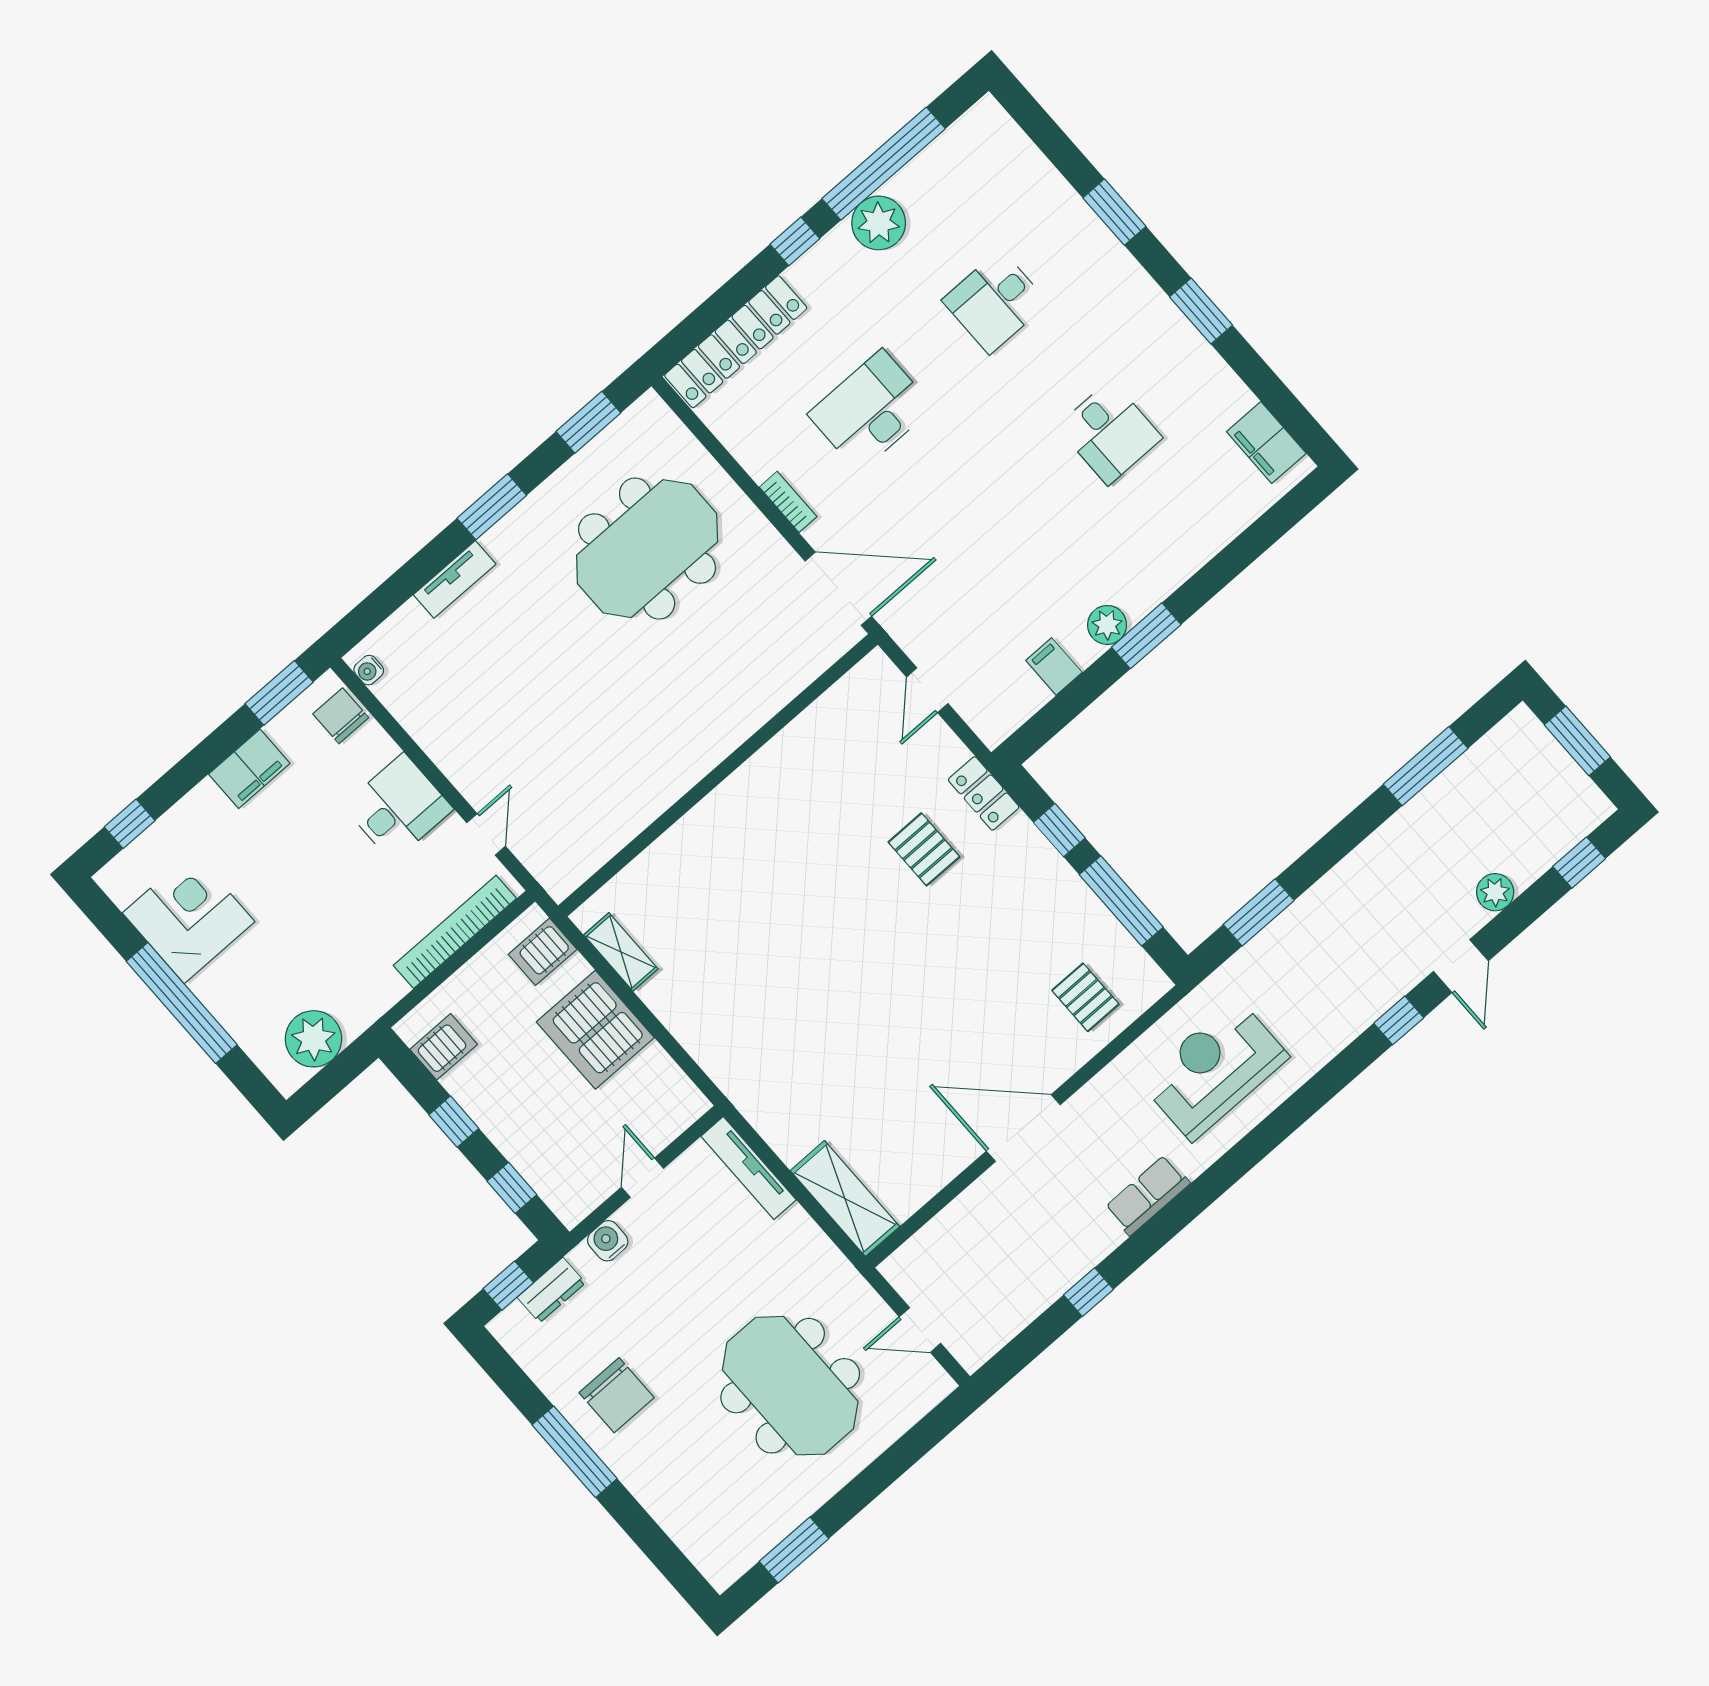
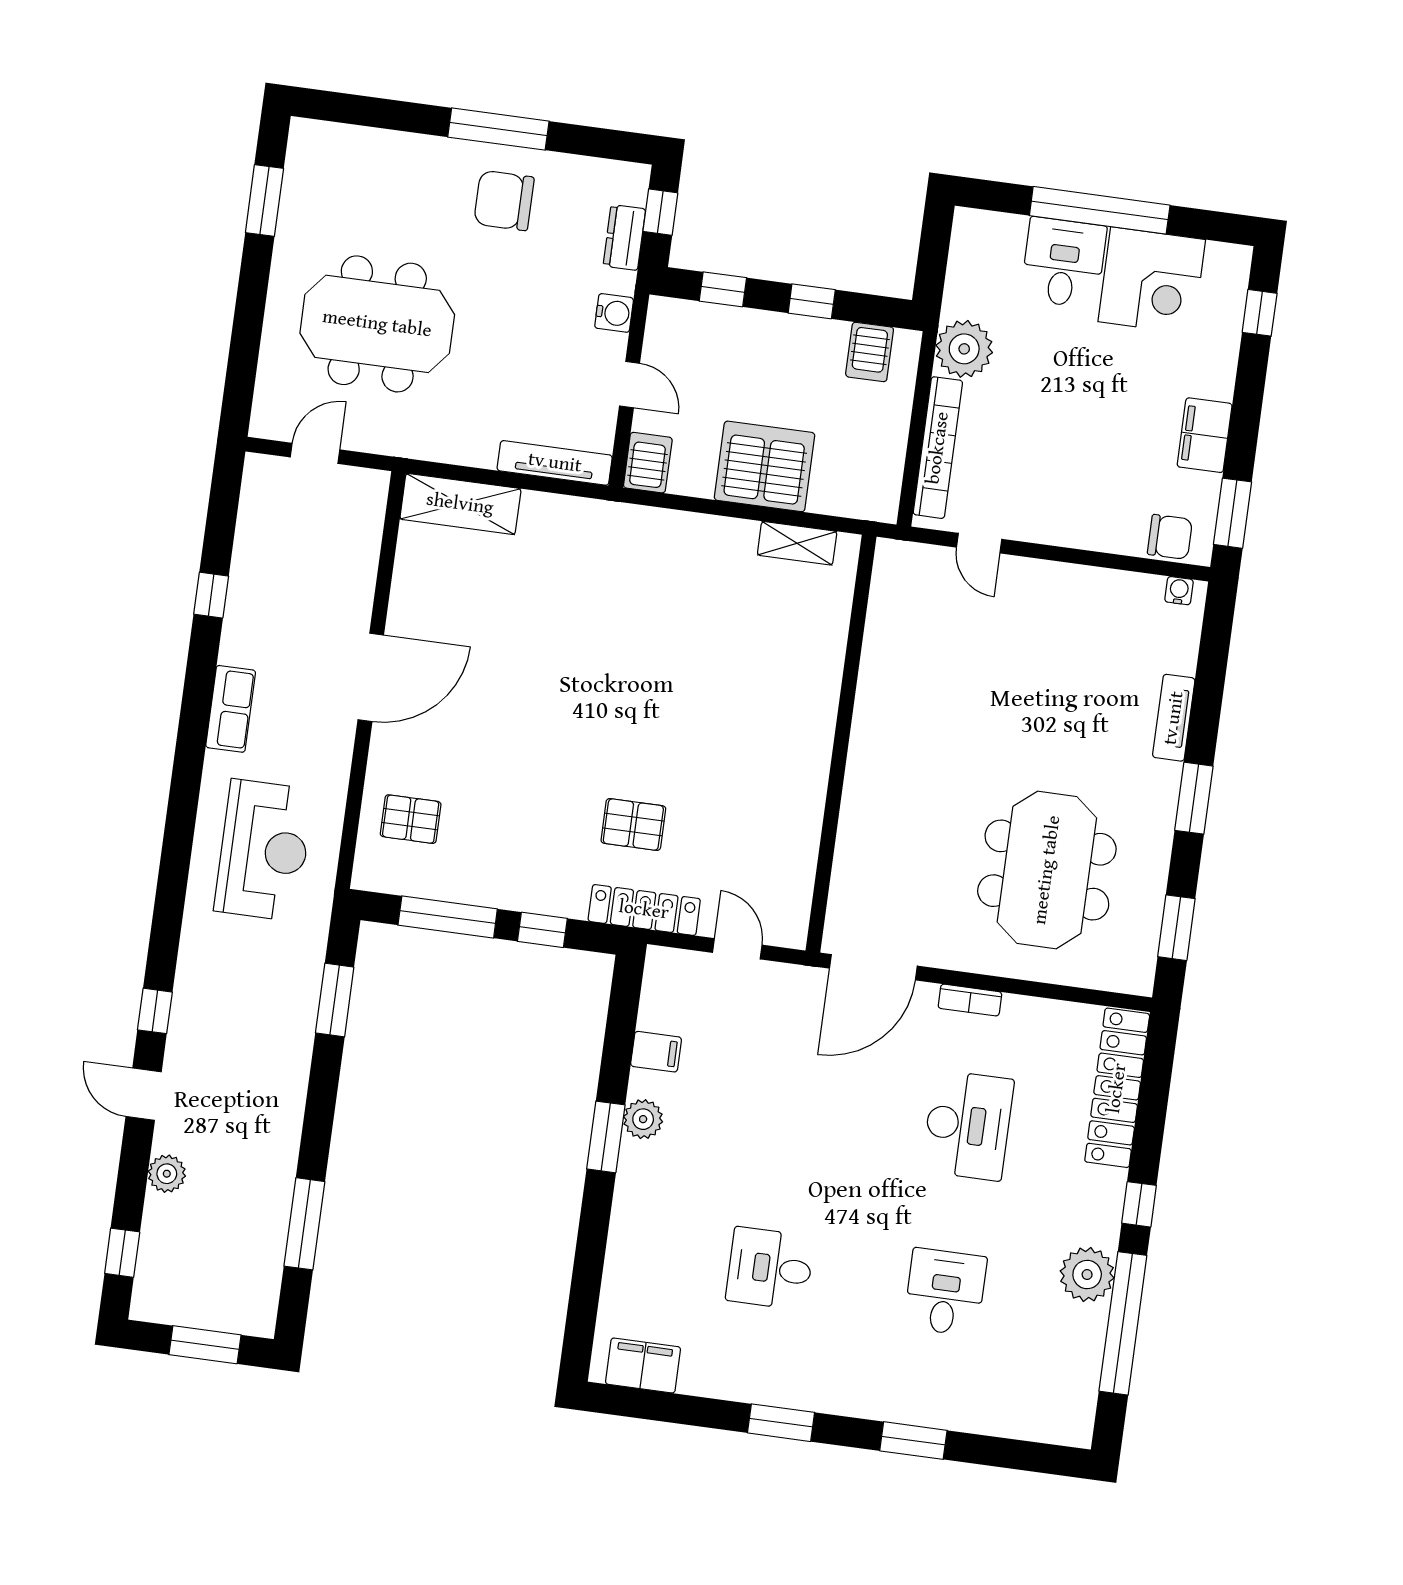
locker: (984, 793) -> (644, 910), width x1.53
desk: (398, 807) -> (1064, 263), moved, turned 180
server rack: (543, 952) -> (648, 463), moved
plant: (313, 1039) -> (964, 349), moved

